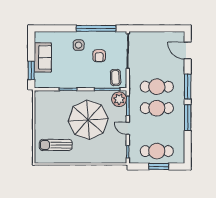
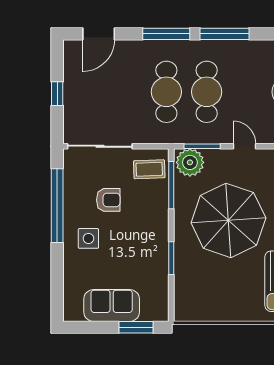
window: (156, 28) -> (57, 94), added
door: (128, 128) -> (245, 146), swing flipped

